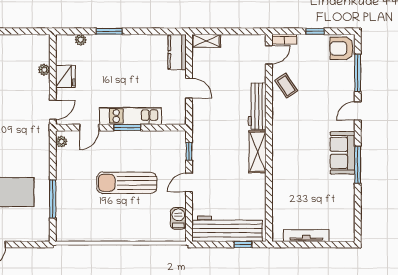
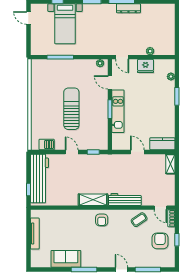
armchair: (342, 48) -> (160, 241), moved
door: (189, 88) -> (137, 152), swing flipped
armchair: (287, 139) -> (102, 220), added
sofa: (342, 153) -> (66, 259), moved

